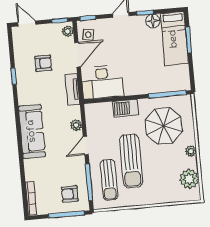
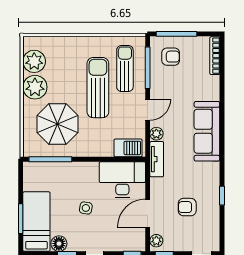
side table: (88, 35) -> (86, 208), moved
tv unit: (73, 89) -> (157, 159), moved
barbecue: (125, 108) -> (128, 148), moved
plant: (191, 151) -> (35, 87), width x1.87, depth x1.87

